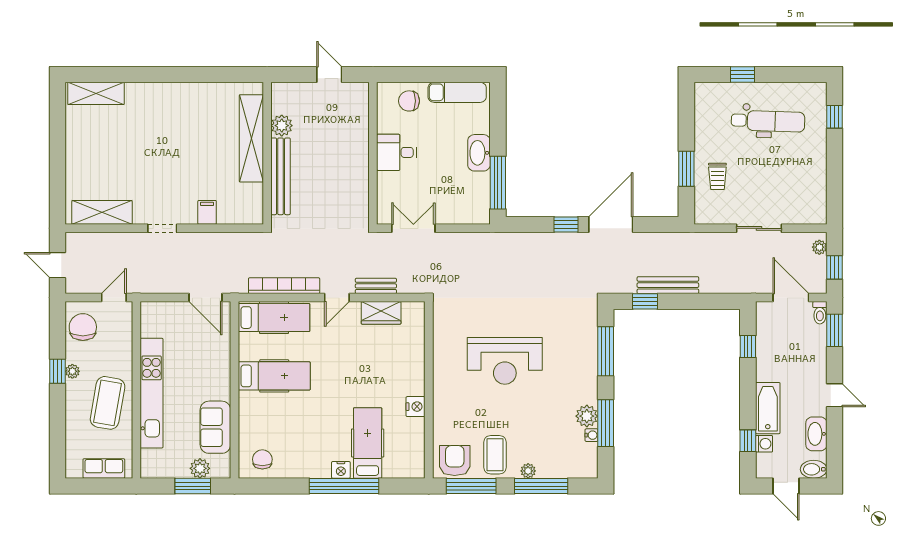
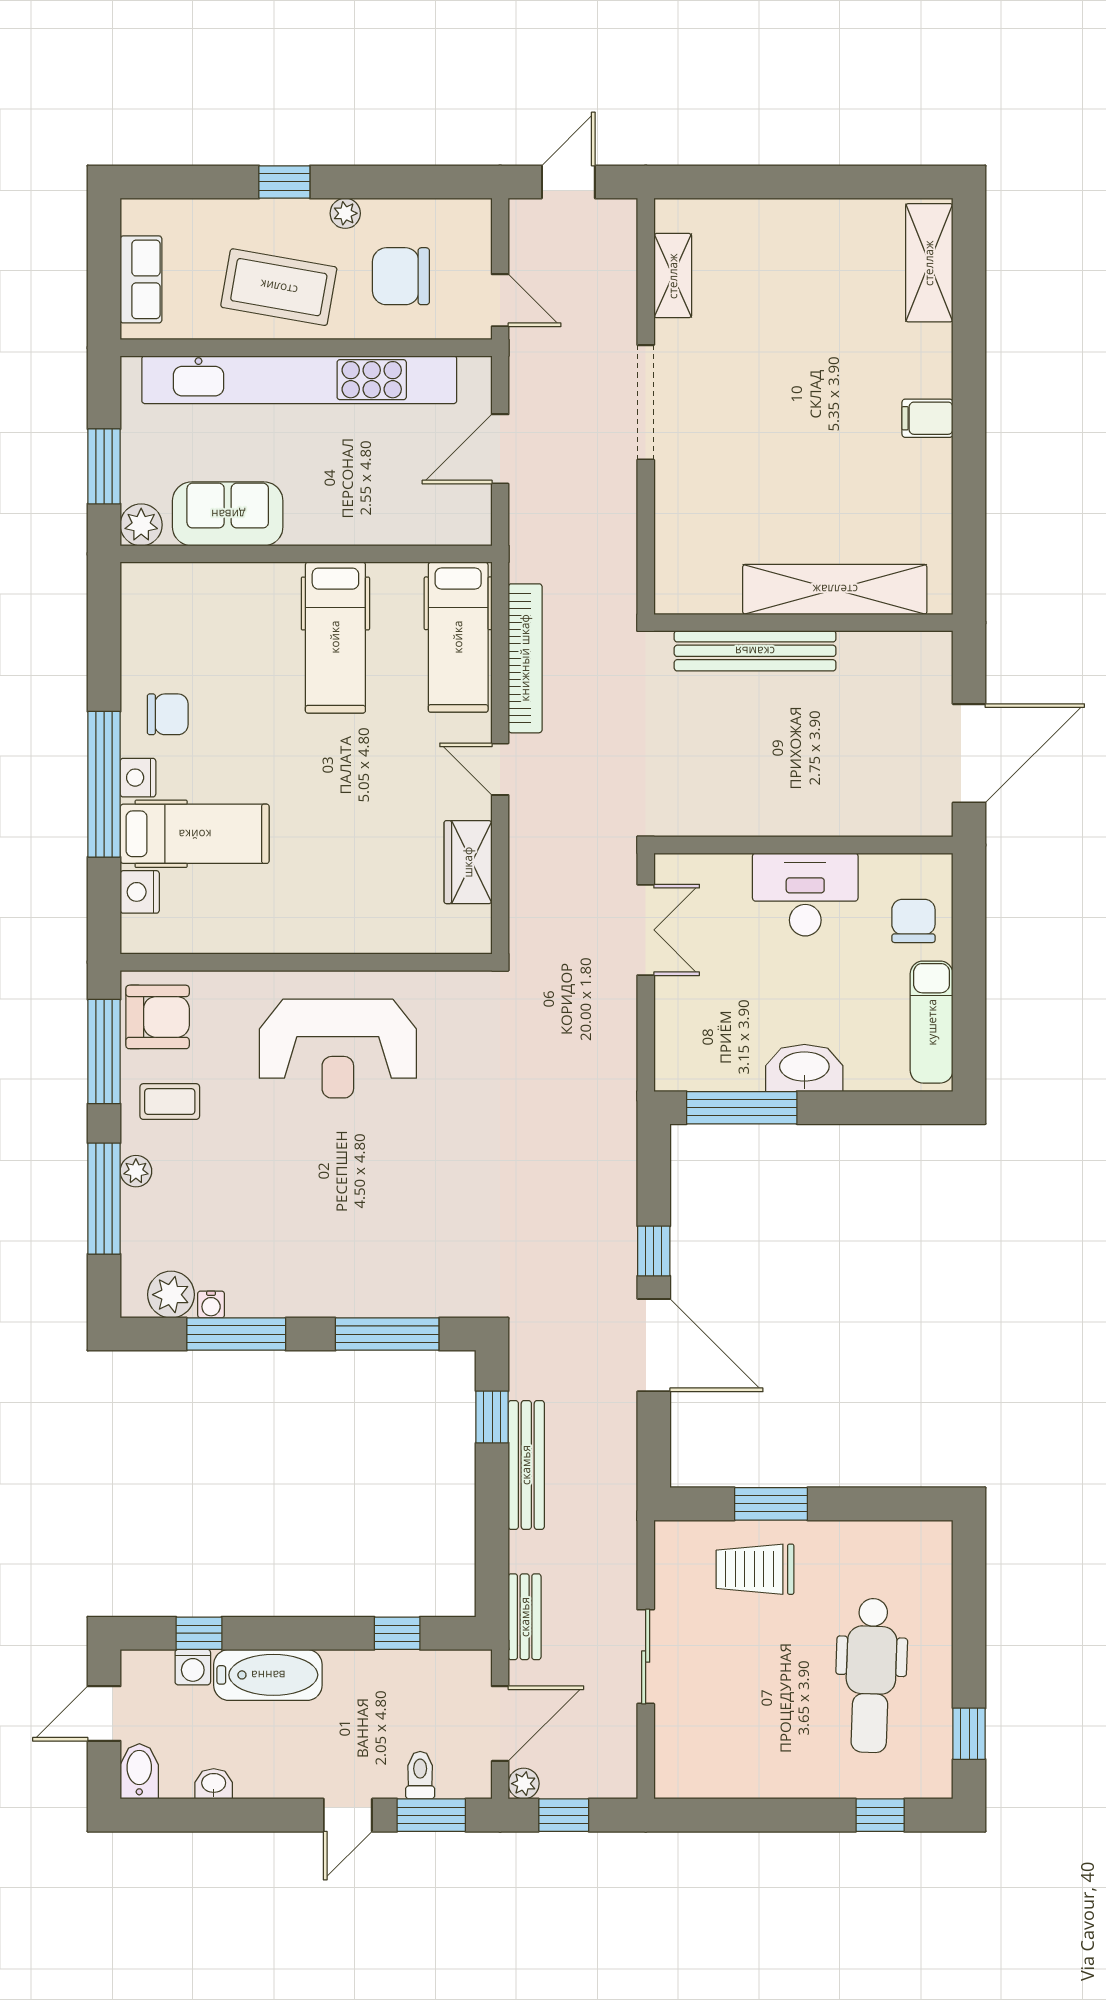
door: (329, 74) -> (969, 753), width x1.88
window: (742, 74) -> (969, 1734), moved
plant: (282, 126) -> (862, 653), removed
desk: (396, 152) -> (805, 894), width x1.37
trolley: (717, 176) -> (755, 1569), width x1.36, depth x1.39
shelving: (102, 212) -> (673, 276), width x0.67, depth x0.75
filing cabinet: (207, 212) -> (927, 418), moved, turned 180
doorway: (162, 228) -> (646, 402), width x1.88
plant: (819, 247) -> (524, 1784), moved
bench: (376, 286) -> (525, 1617), moved
door: (206, 298) -> (500, 449), moved
toilet: (820, 313) -> (420, 1775), moved, turned 90
chair: (83, 327) -> (401, 276), moved, turned 180
reception desk: (505, 361) -> (338, 1049), moved, turned -90
window: (57, 371) -> (284, 182), moved
kitchen unit: (152, 393) -> (299, 380), width x1.36
door: (834, 395) -> (348, 1815), moved
nightstand: (416, 407) -> (140, 892), moved, turned 90
plant: (587, 416) -> (171, 1295), moved
washbasin: (816, 434) -> (214, 1784), width x0.52, depth x0.69
coffee table: (495, 455) -> (170, 1102), width x0.73, depth x0.77
chair: (262, 459) -> (168, 714), moved
plant: (200, 468) -> (141, 525), moved

